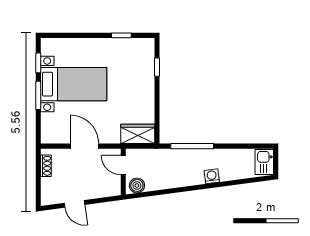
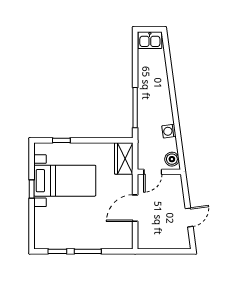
window: (121, 35) -> (32, 189), moved
bed with nightstands: (74, 84) -> (65, 181), moved, turned 90
shoe rack: (46, 166) -> (153, 244), removed
washing machine: (212, 176) -> (169, 131), moved

